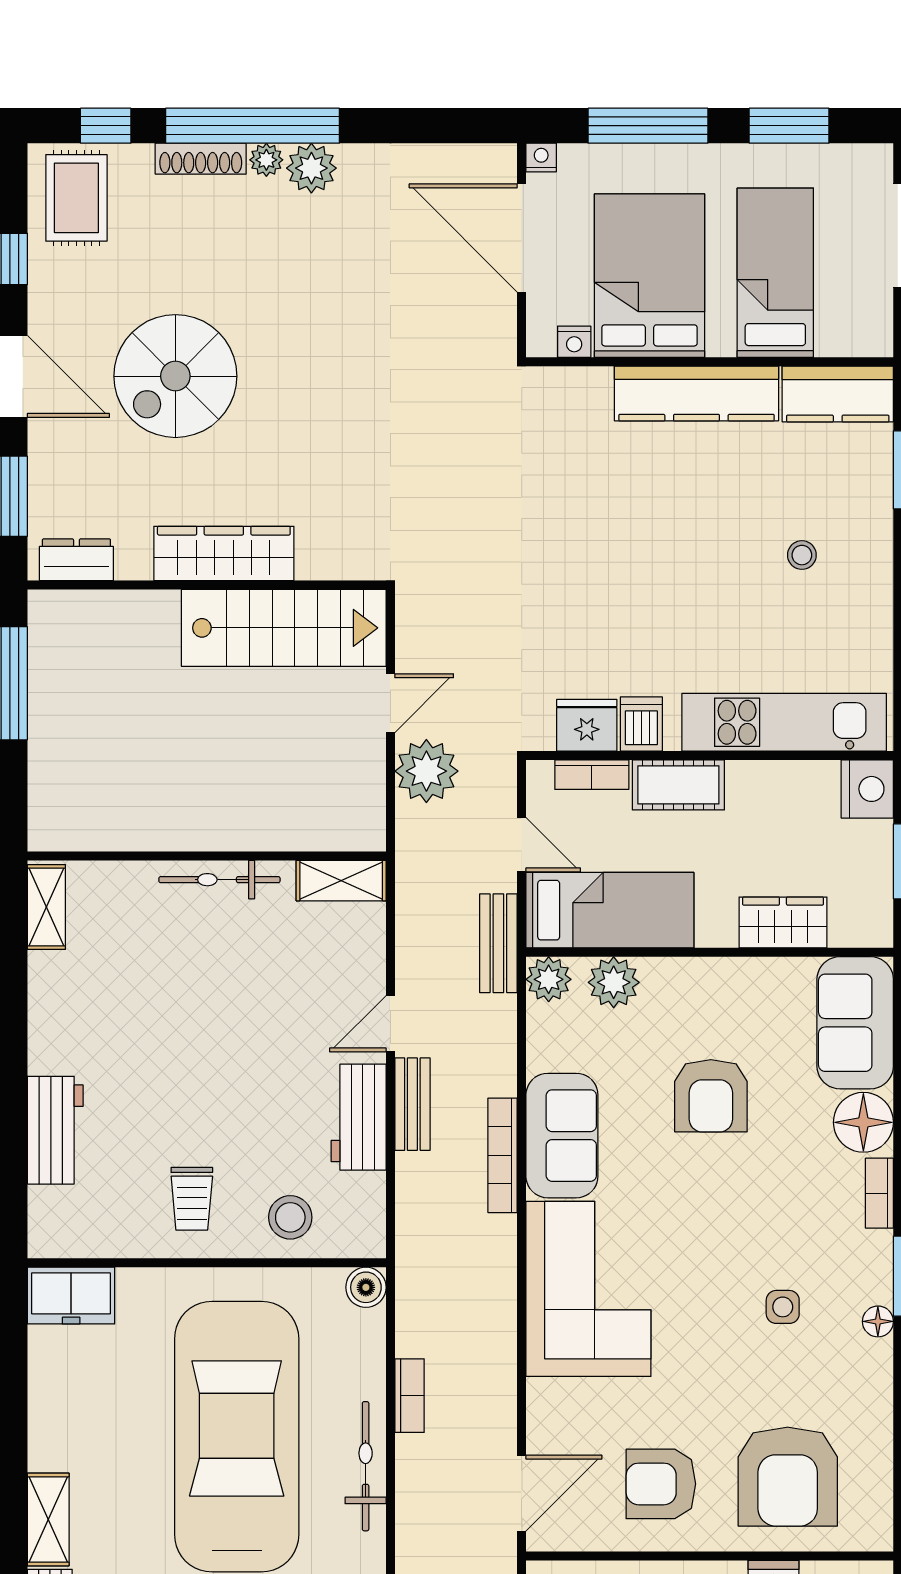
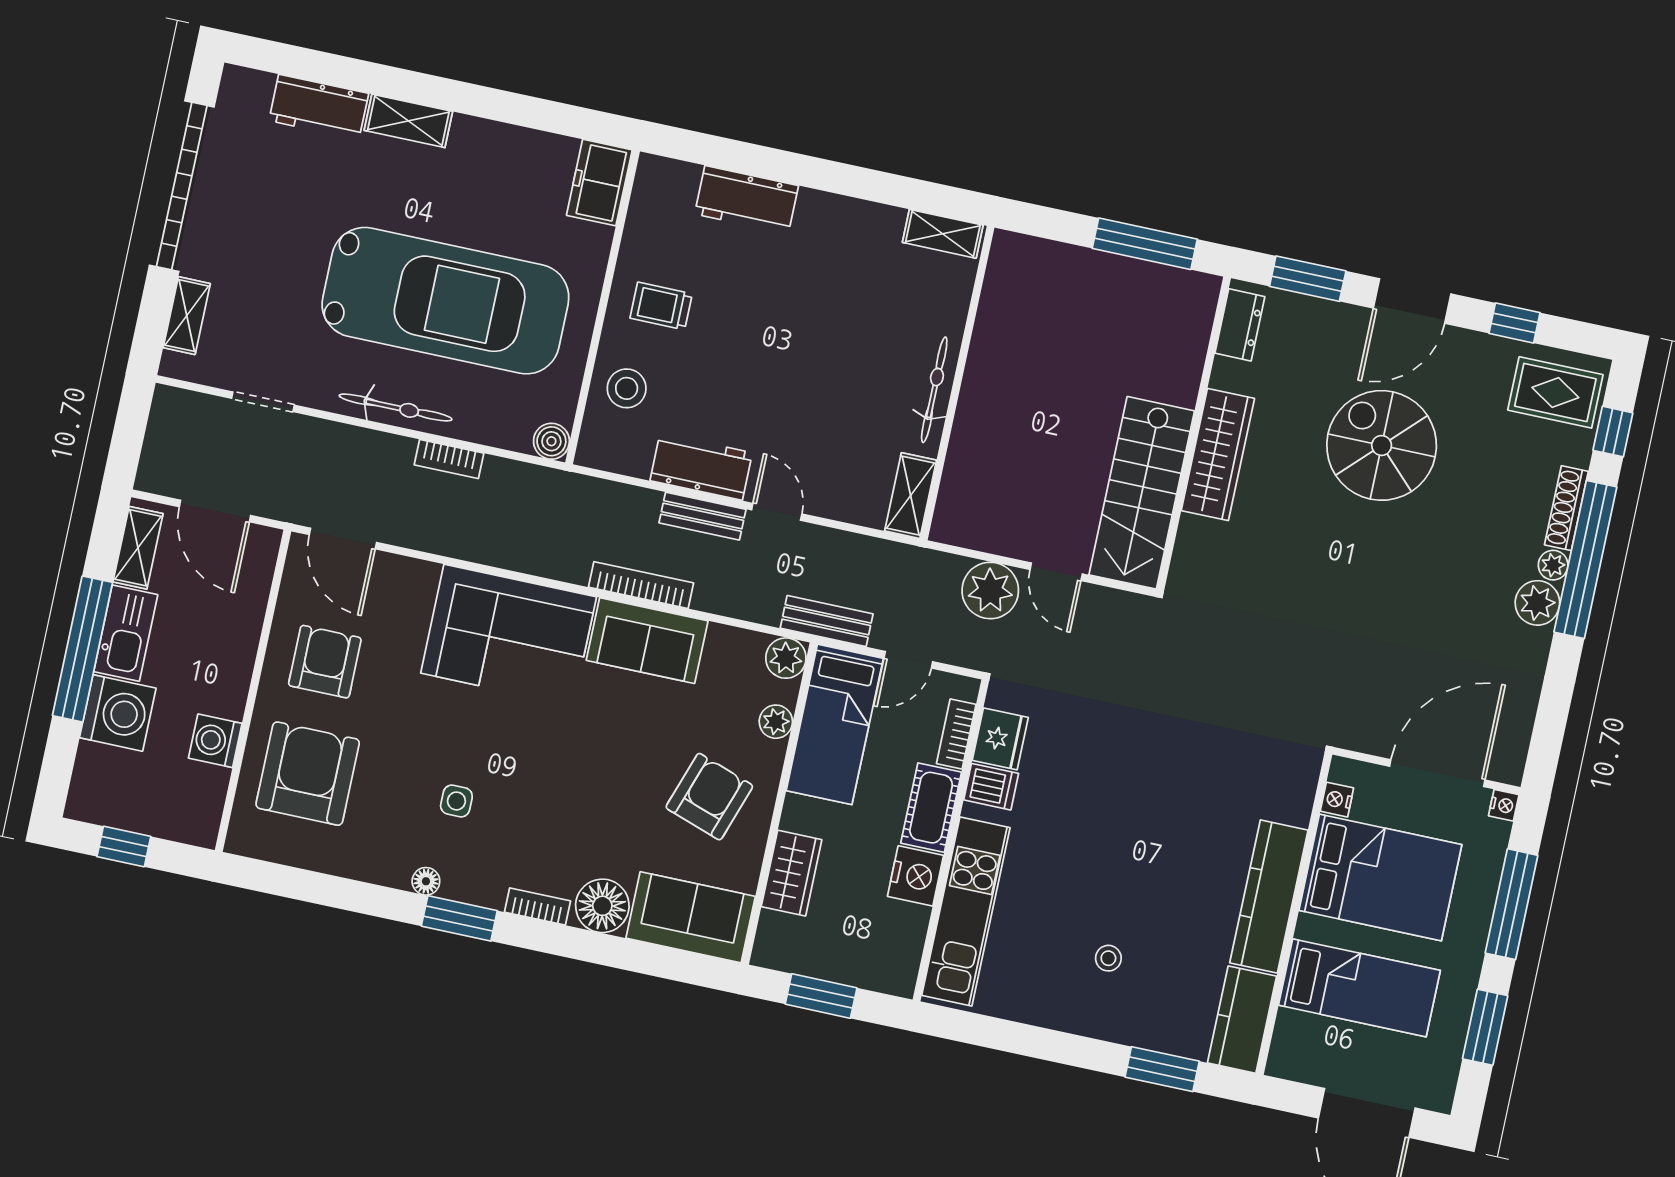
nightstand: (867, 789) -> (915, 876), moved, turned -90
plant: (614, 982) -> (776, 722), width x0.73, depth x0.73
armchair: (711, 1096) -> (709, 797), moved, turned 109
armchair: (788, 1477) -> (308, 774), turned 90

